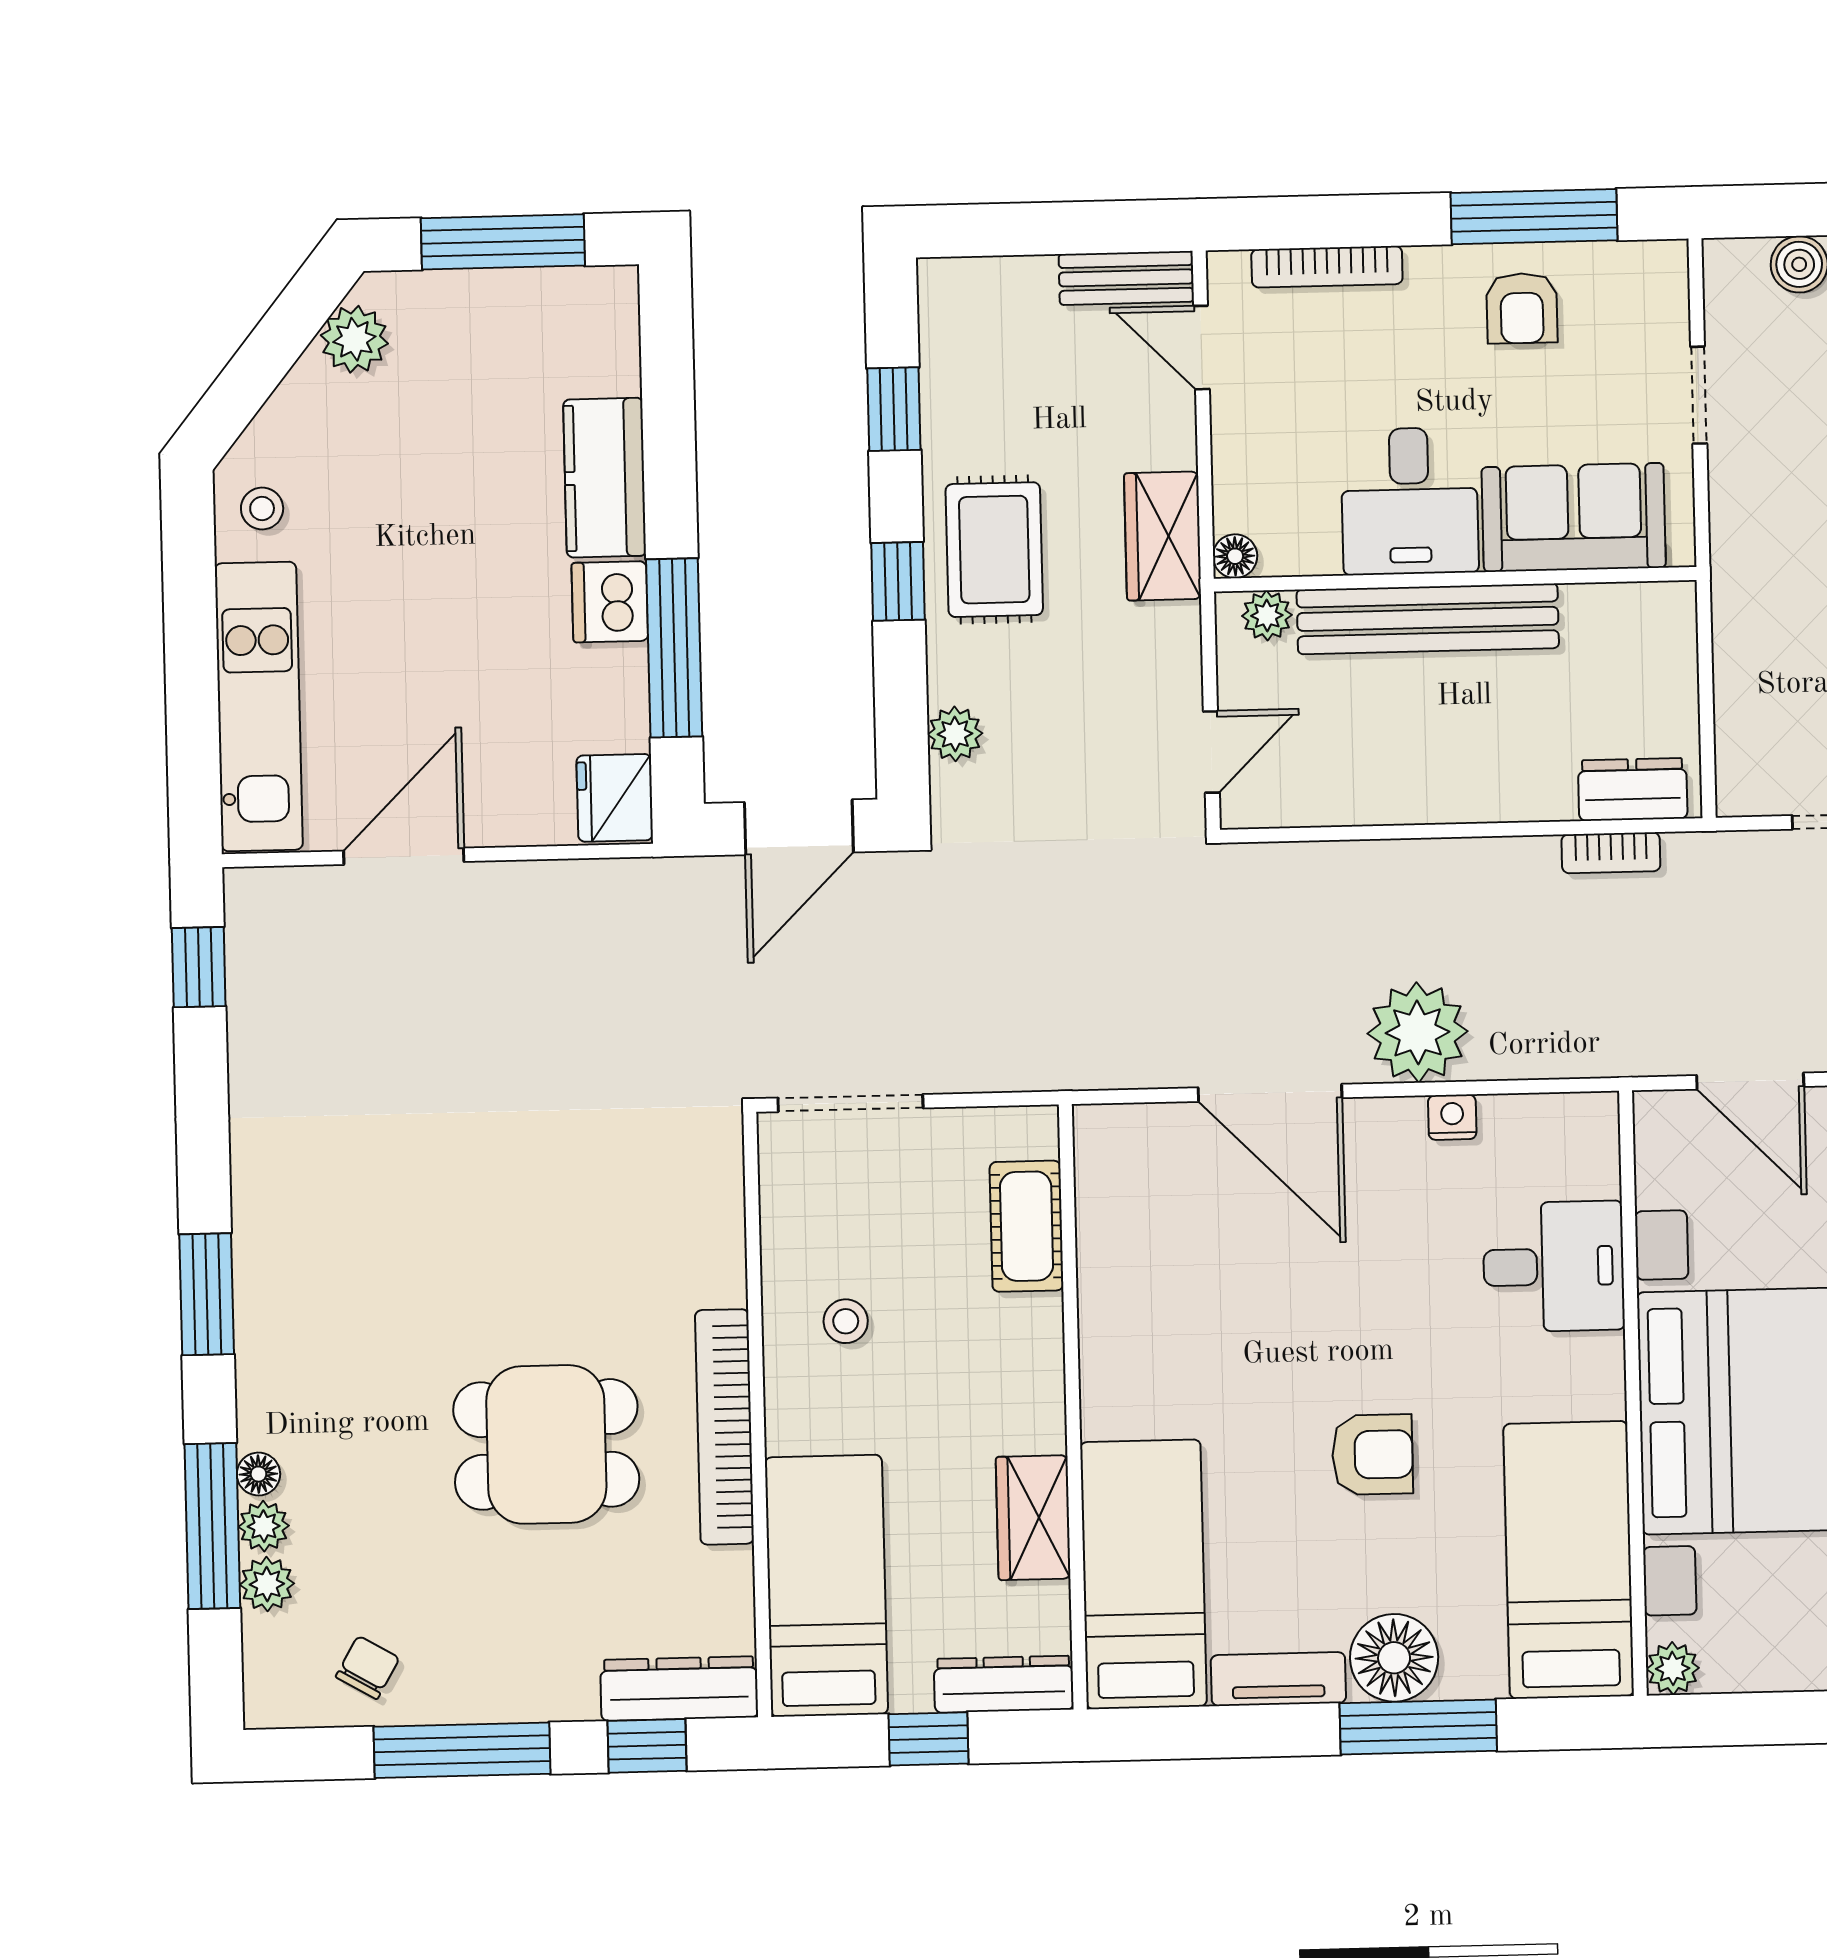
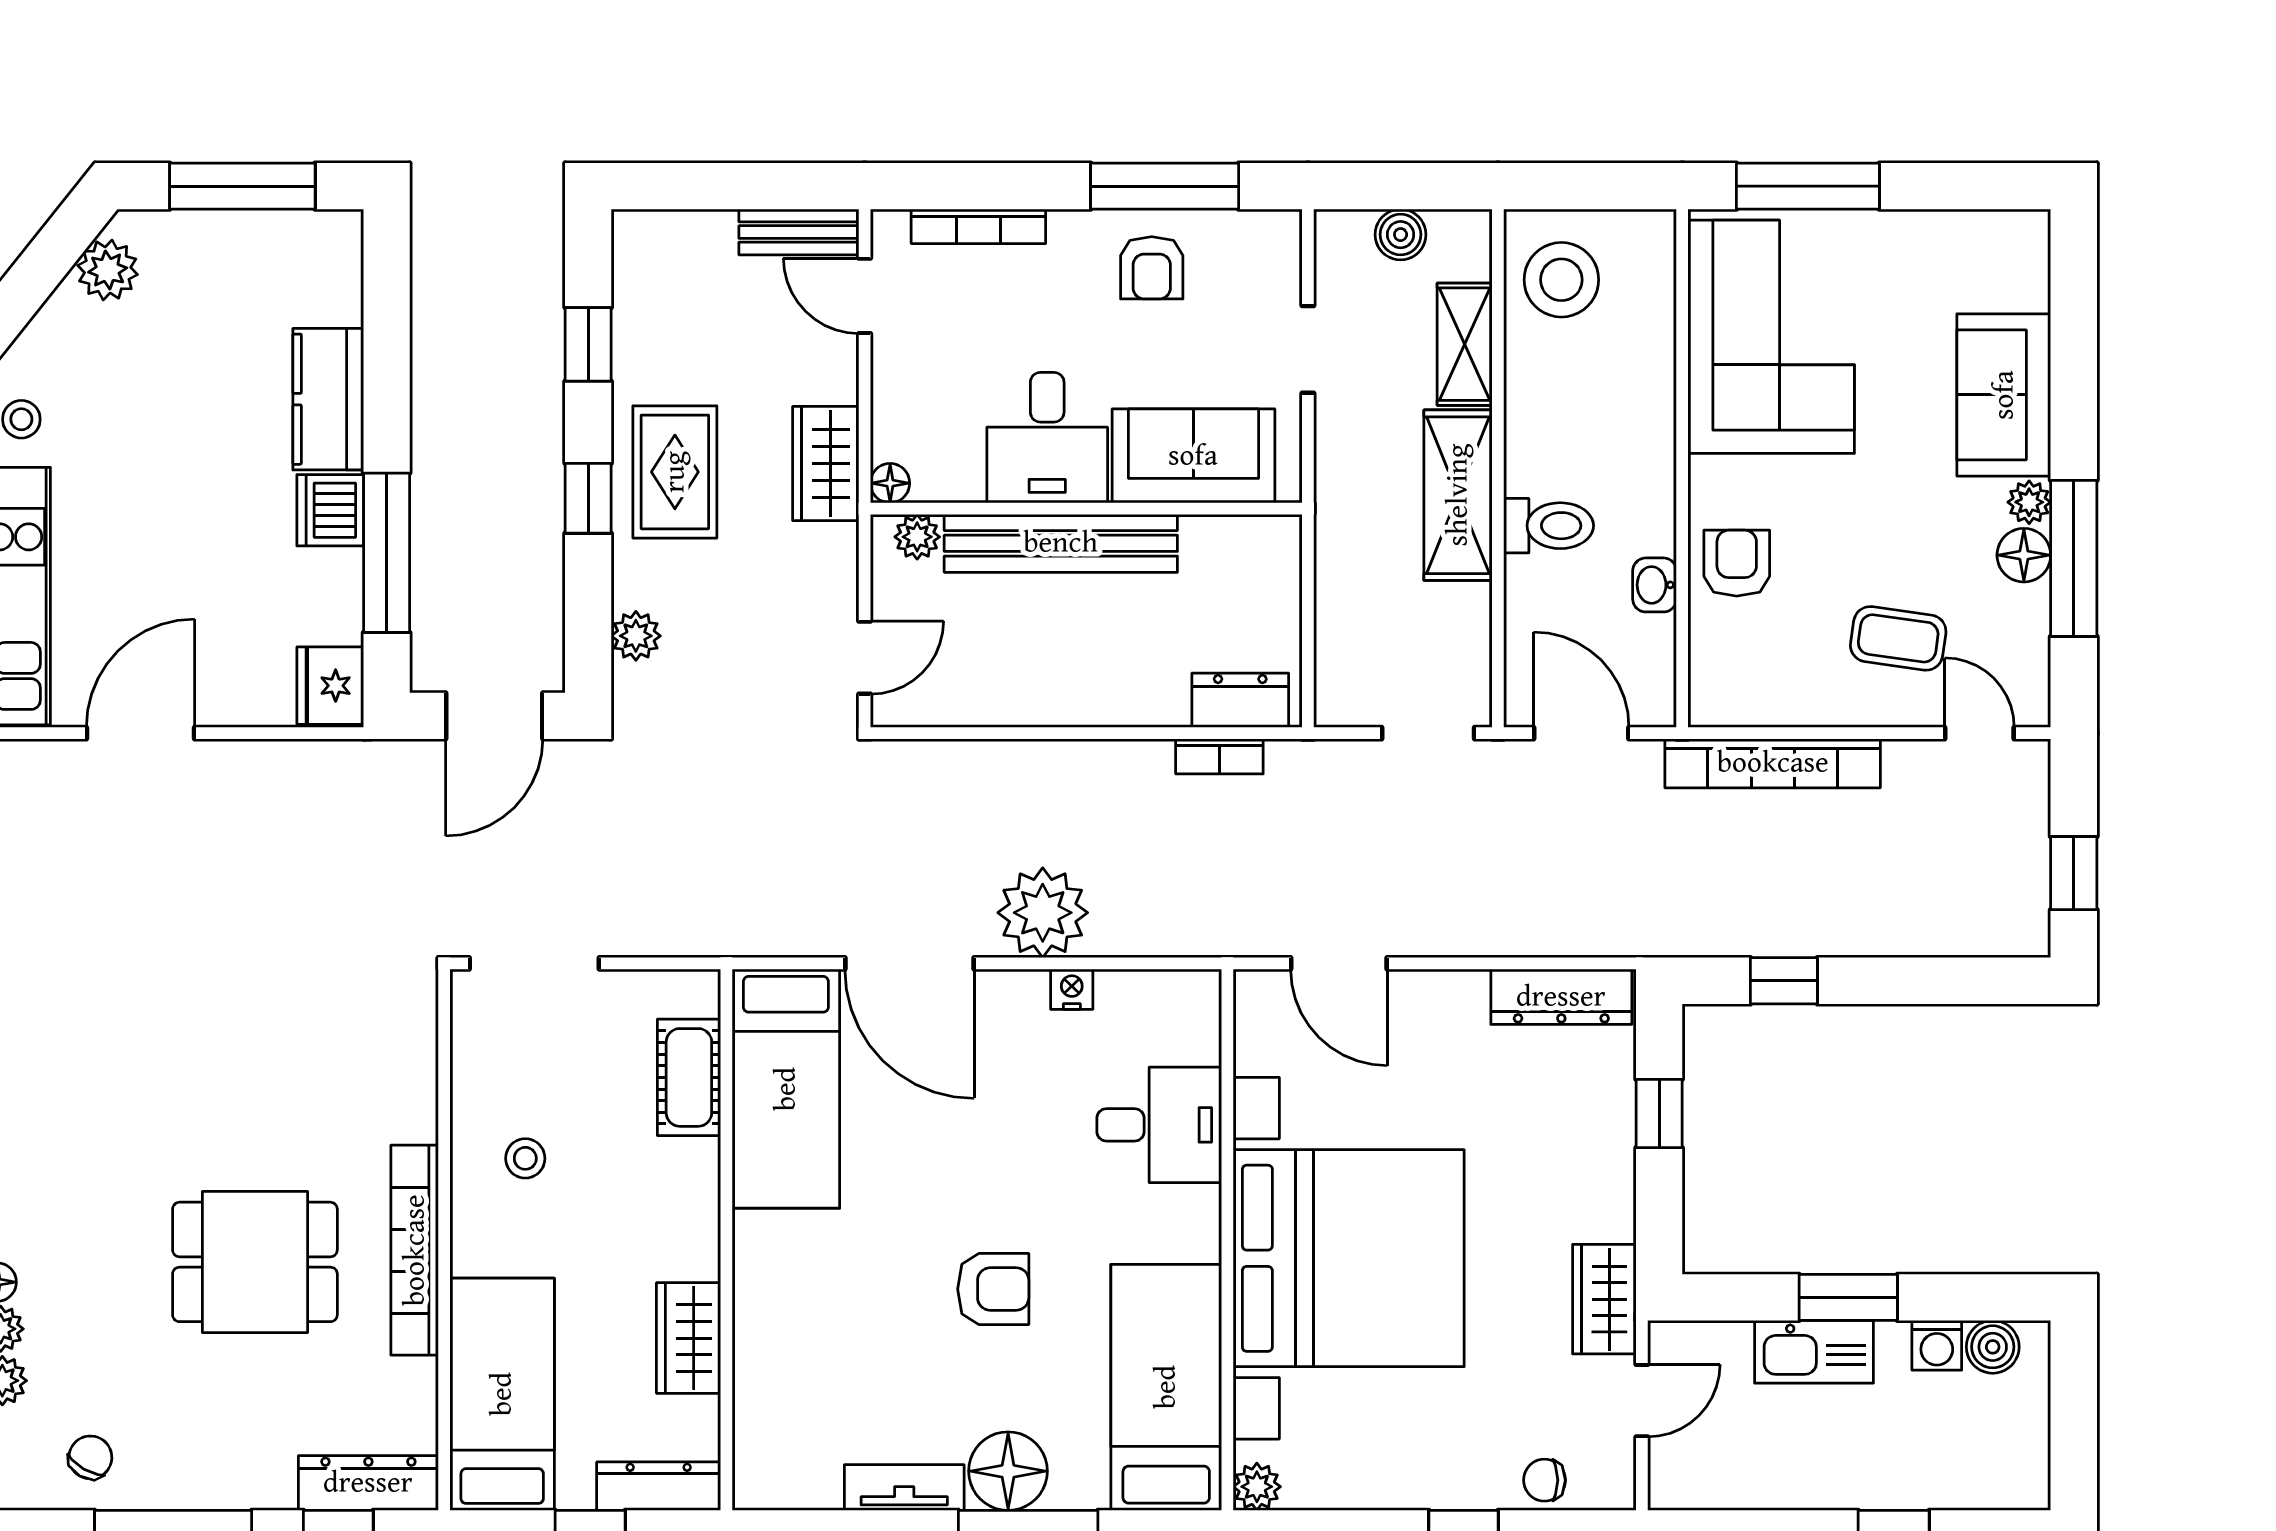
bed: (1143, 1574) -> (786, 1089), moved, turned 180

